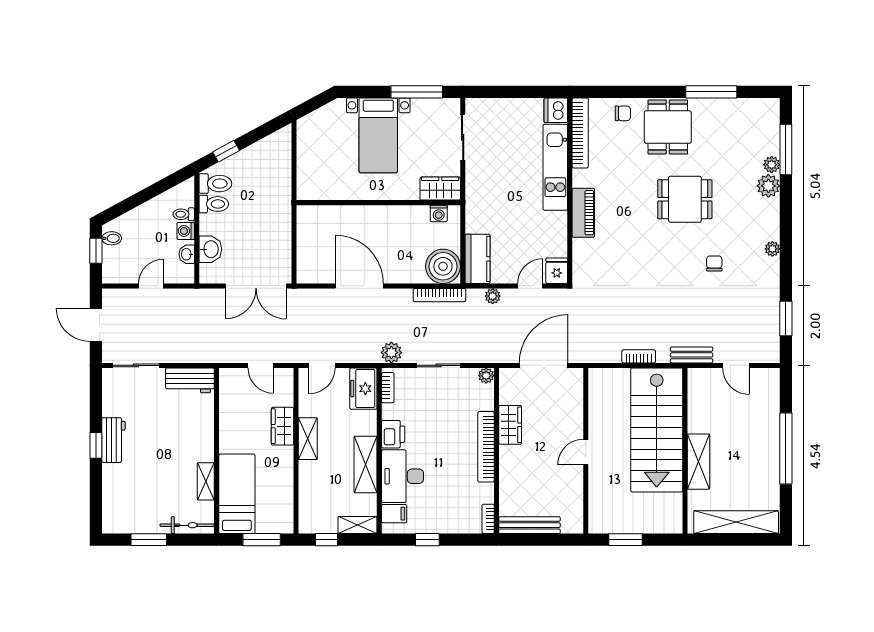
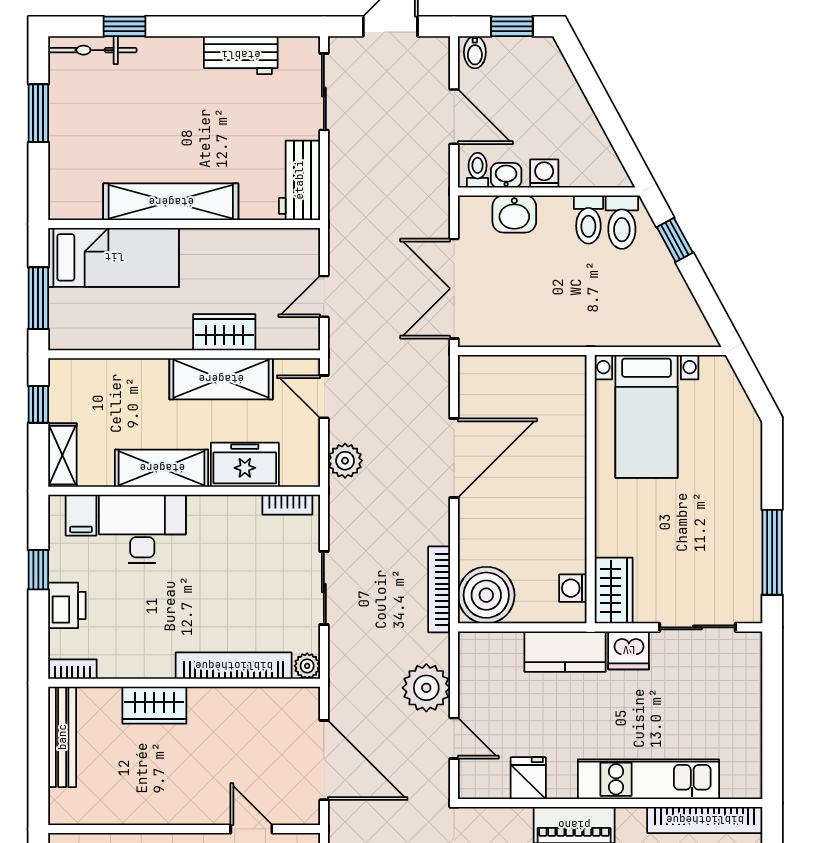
dishwasher: (556, 110) -> (629, 650), moved, turned 180
bed with nightstands: (378, 135) -> (646, 416), moved, turned -90
toilet: (184, 214) -> (478, 170), moved
bidet: (112, 238) -> (475, 52), moved
kitchen counter: (477, 259) -> (565, 652), moved
fridge: (557, 271) -> (528, 778), moved, turned -90
door: (151, 286) -> (454, 117), width x1.38
plant: (493, 296) -> (426, 688), width x1.87, depth x1.87
plant: (391, 353) -> (345, 461), moved
freezer: (363, 389) -> (245, 465), moved
wardrobe: (510, 425) -> (154, 705), moved
printer: (393, 434) -> (67, 605), moved, turned -90
shelving: (308, 439) -> (221, 379), width x1.50, depth x1.33
workbench: (113, 440) -> (241, 55), moved
window: (96, 445) -> (124, 26), moved
bookcase: (486, 447) -> (234, 666), moved
door: (586, 452) -> (251, 829), moved
shelving: (206, 481) -> (171, 202), width x2.20, depth x1.33
bicycle: (187, 525) -> (92, 50), moved, turned 90

